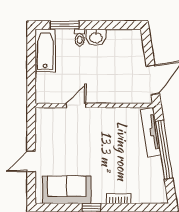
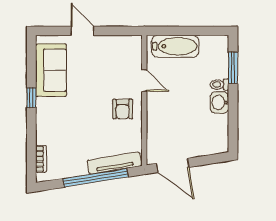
bathtub: (45, 51) -> (175, 46), moved
armchair: (102, 125) -> (123, 109), added
bookcase: (119, 199) -> (41, 159), moved

